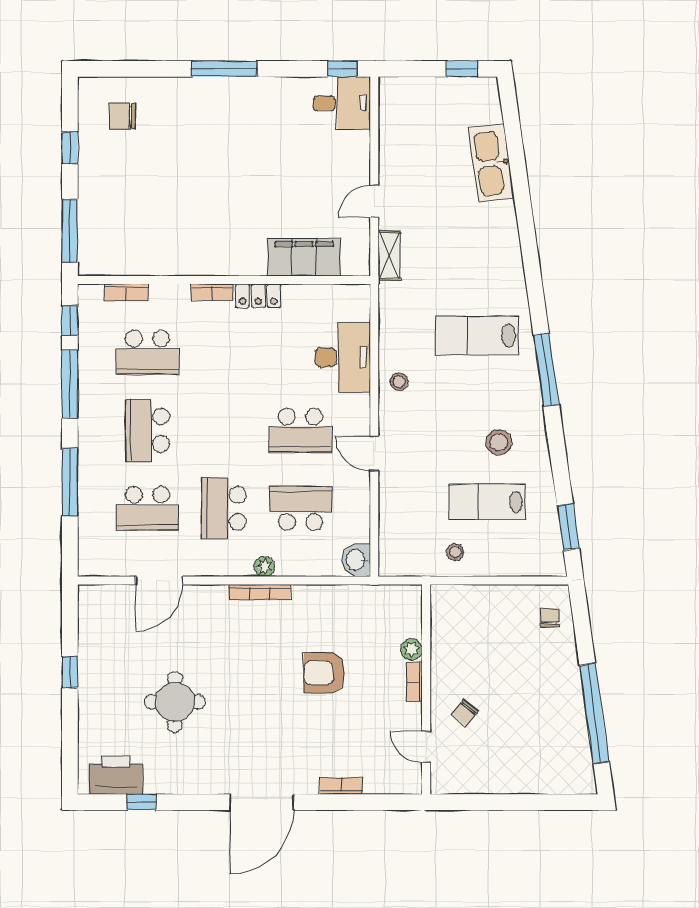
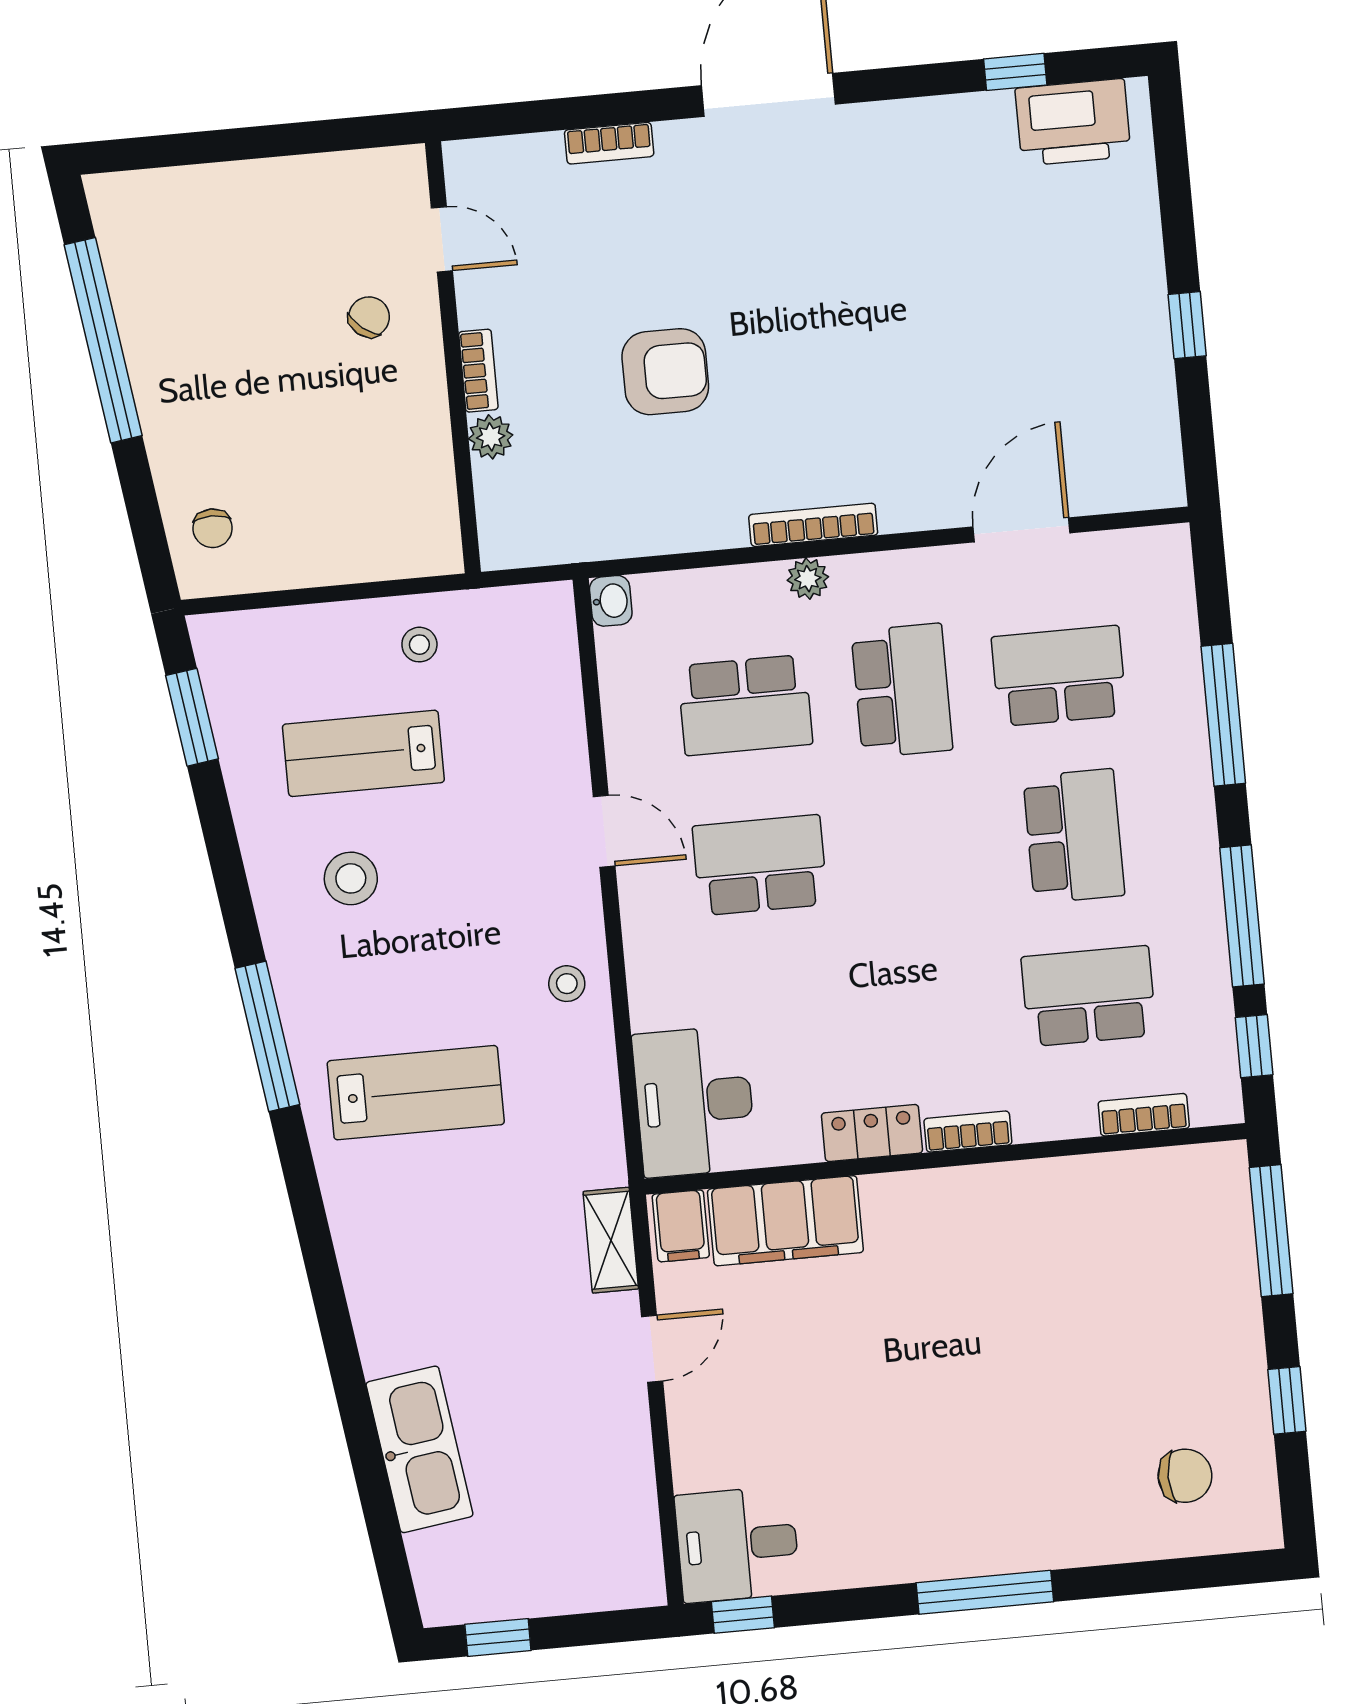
filing cabinet: (355, 259) -> (681, 1226), added
desk: (343, 357) -> (694, 1101), moved
lab bench: (487, 502) -> (363, 753), turned 180
washbasin: (356, 560) -> (611, 601), width x0.72, depth x0.69
round table: (175, 702) -> (966, 284), removed

